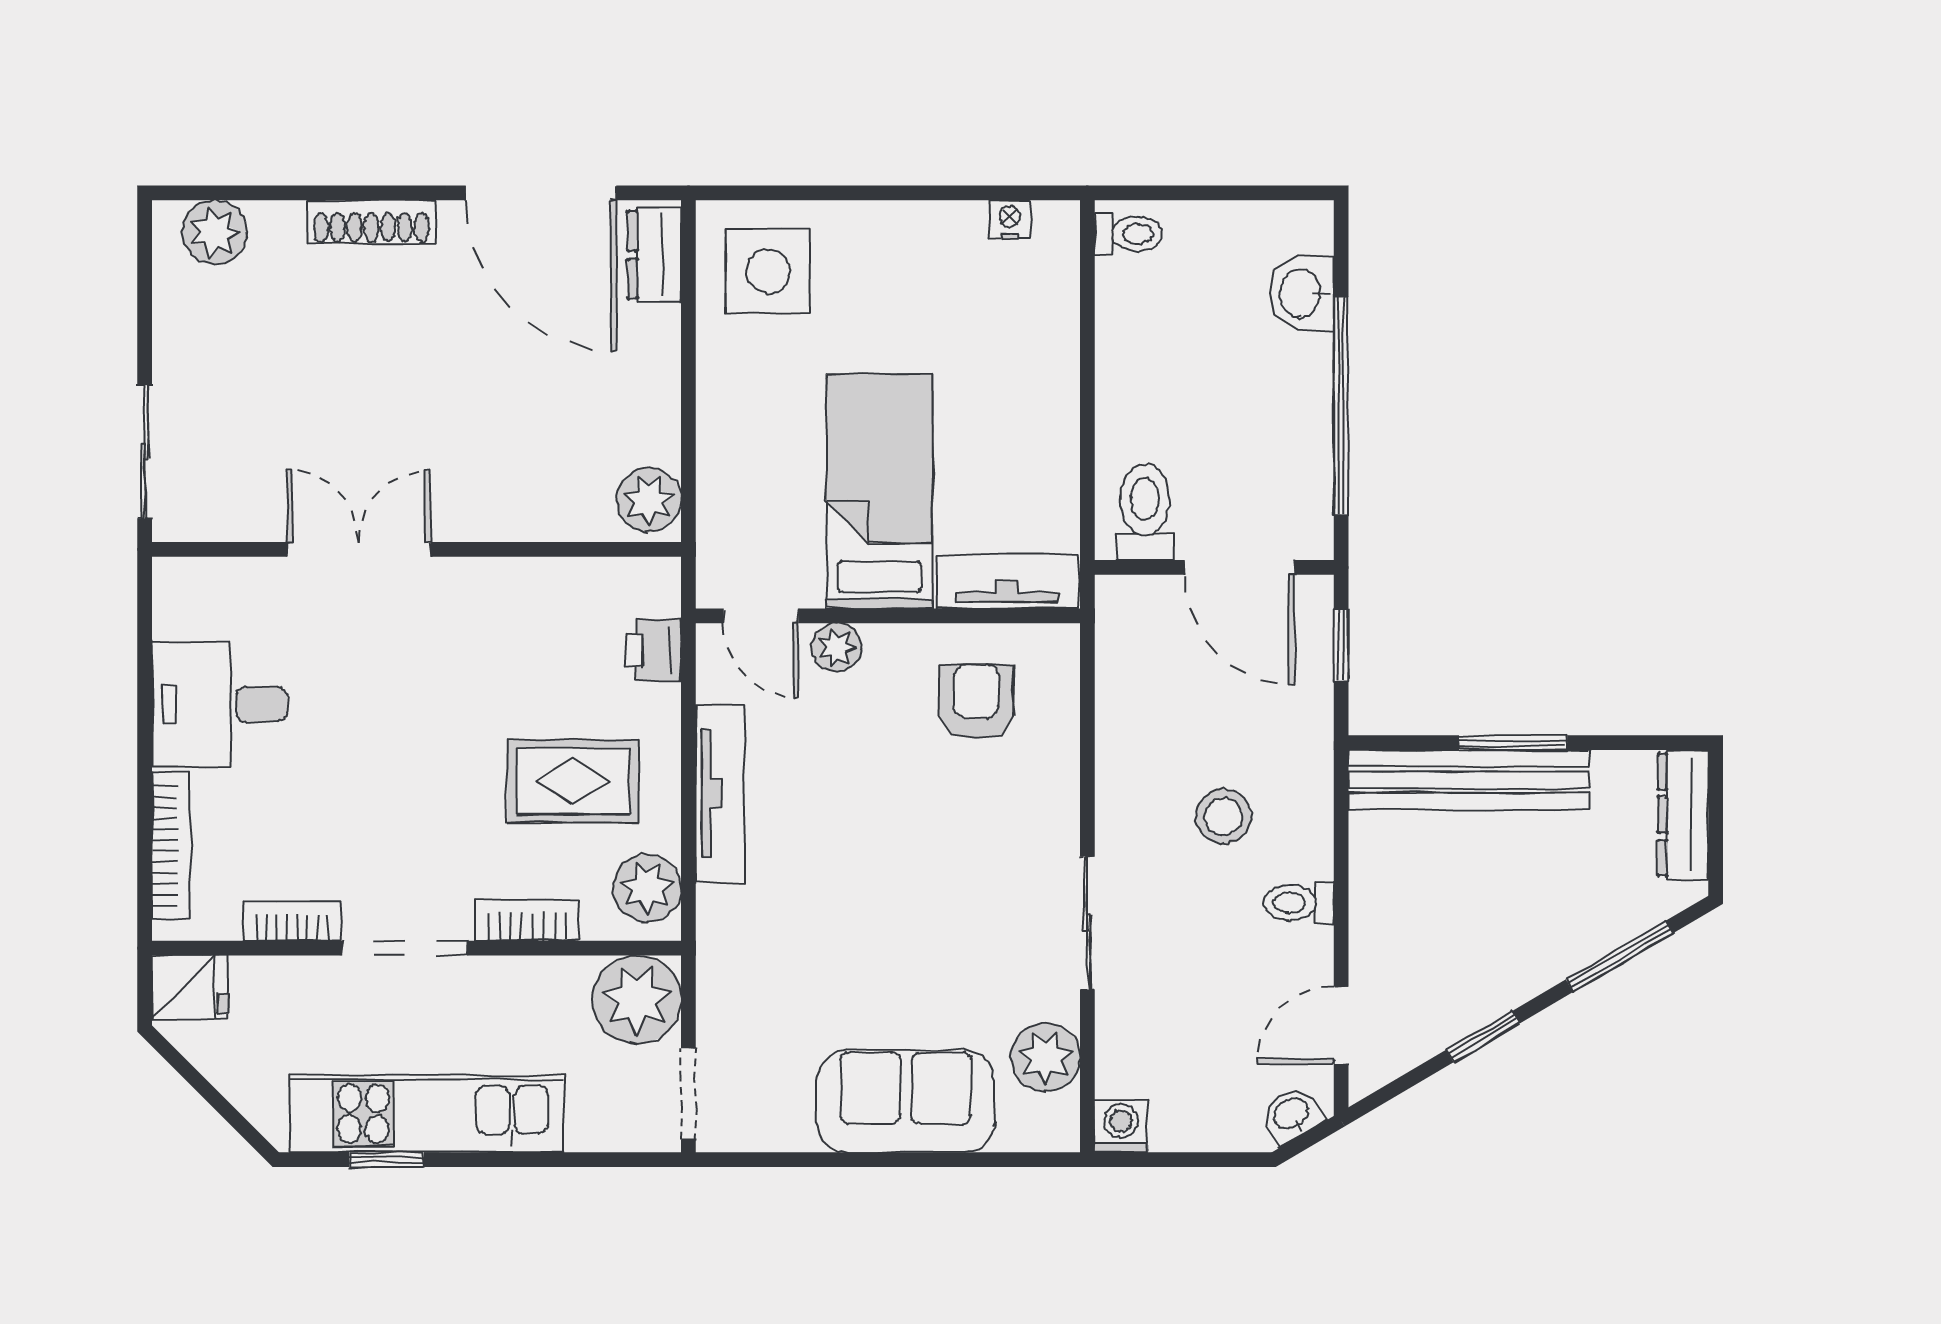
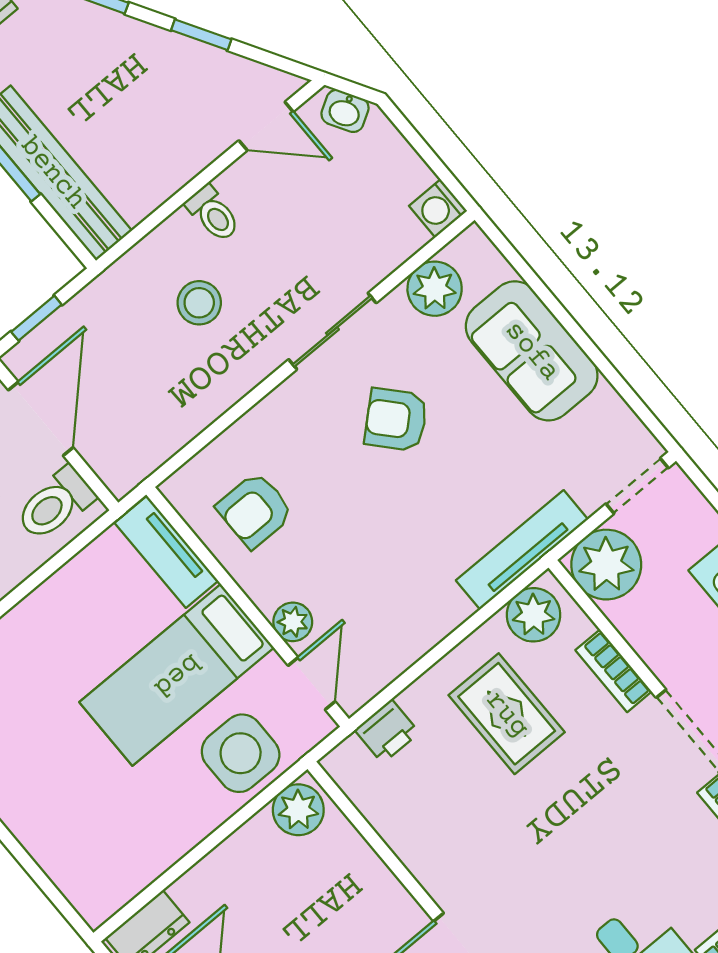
side table: (768, 271) -> (241, 753), moved
tv unit: (720, 794) -> (522, 550), moved
armchair: (949, 913) -> (396, 420), added

